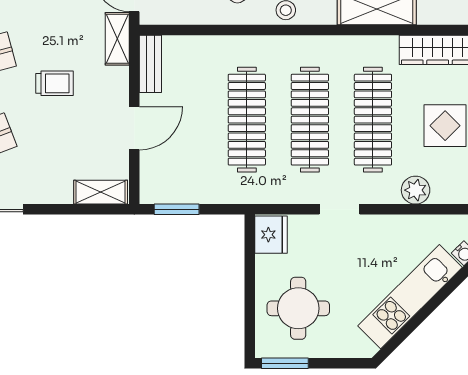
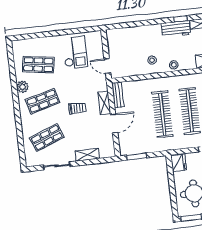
shelving: (117, 39) -> (104, 103), moved
shelving: (101, 192) -> (87, 155), moved

